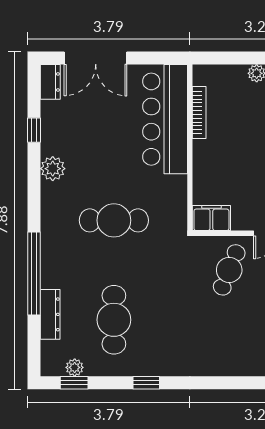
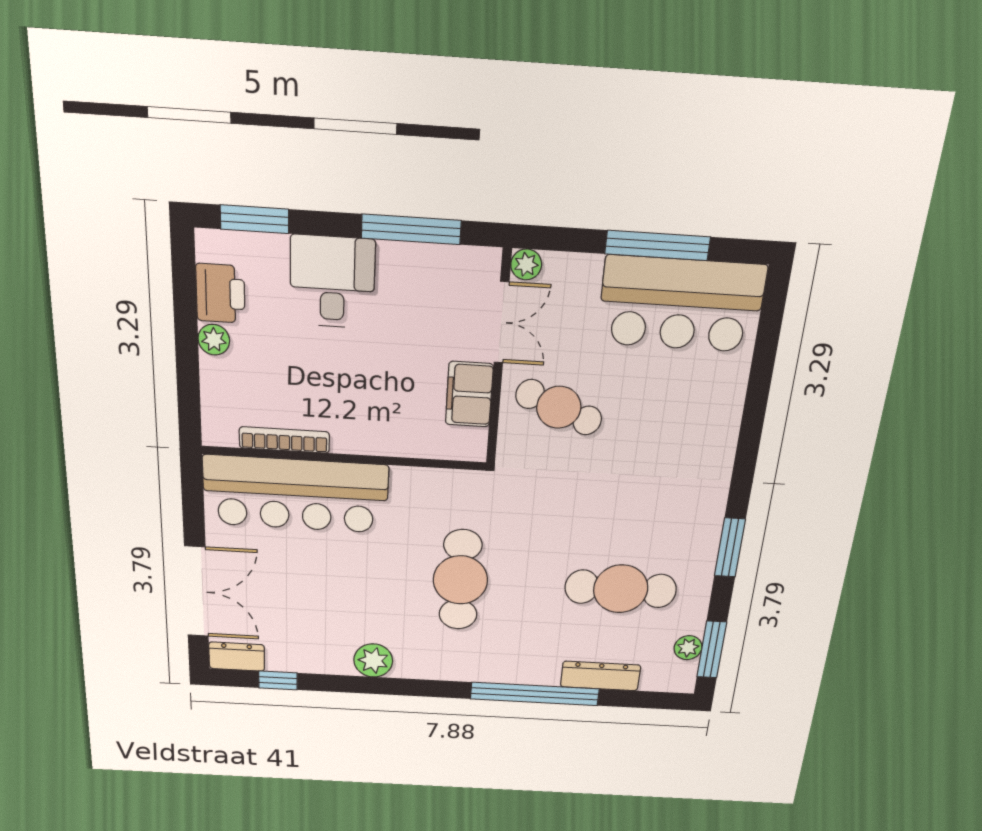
window: (34, 130) -> (278, 680), moved
filing cabinet: (211, 218) -> (469, 394), moved
window: (74, 383) -> (712, 650), width x1.50
window: (146, 383) -> (730, 548), width x1.50

